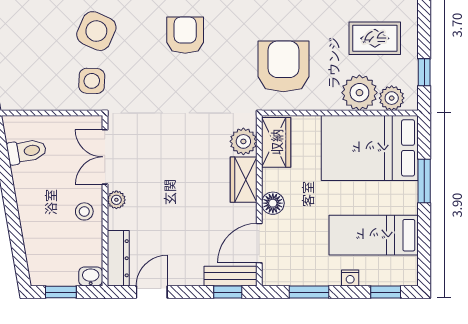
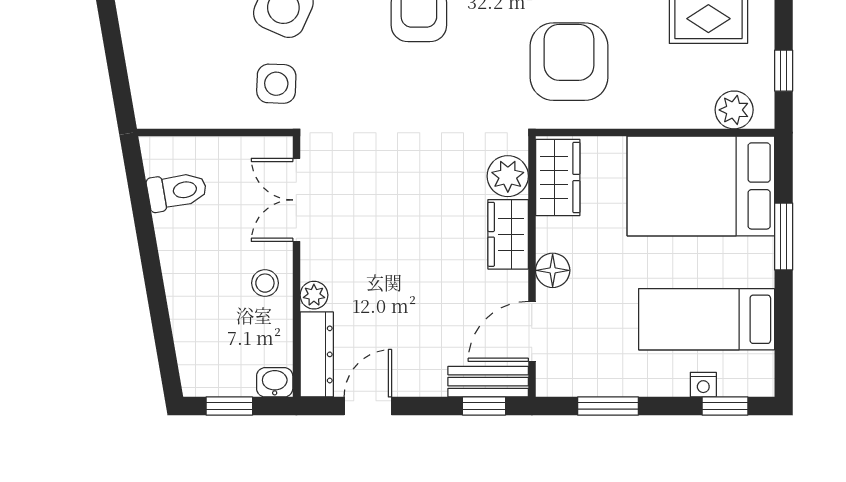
plant: (359, 93) -> (685, 102), removed
plant: (116, 200) -> (314, 295), moved
nightstand: (350, 278) -> (703, 385), moved

